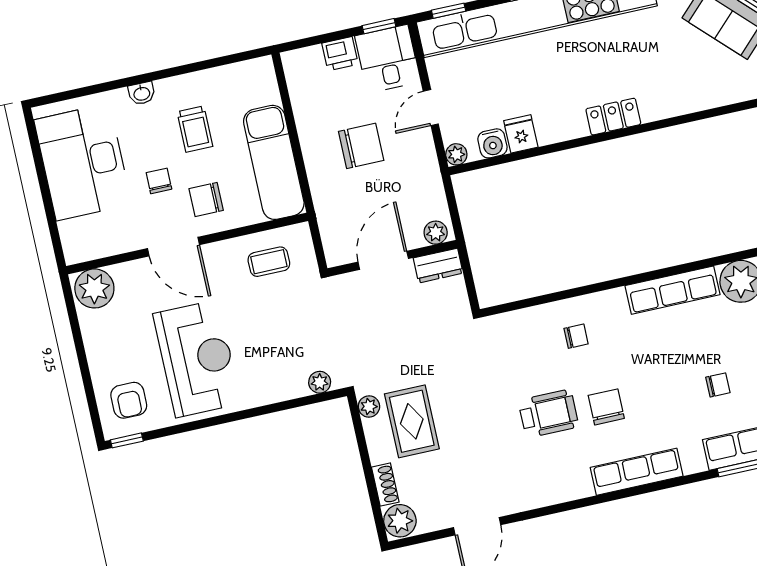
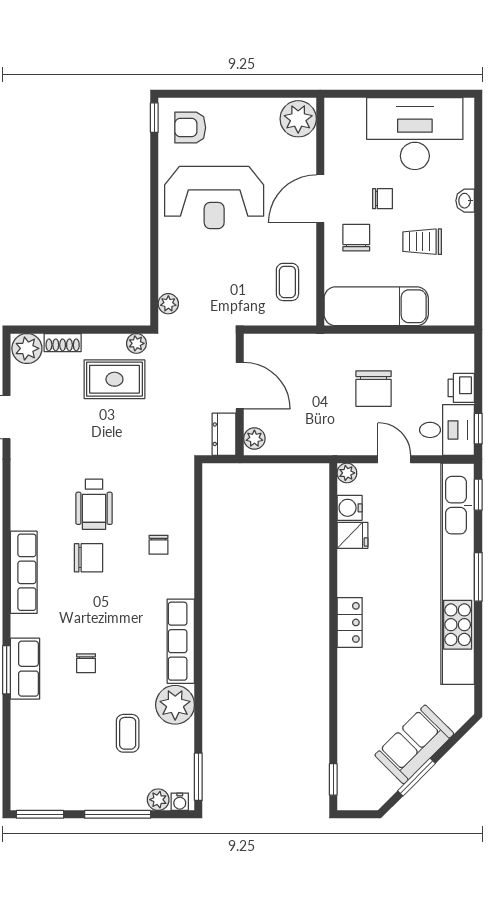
plant: (436, 233) -> (254, 439), moved
wall: (393, 258) -> (240, 394), moved
door: (383, 260) -> (240, 386), moved
dresser: (438, 266) -> (224, 434), moved

